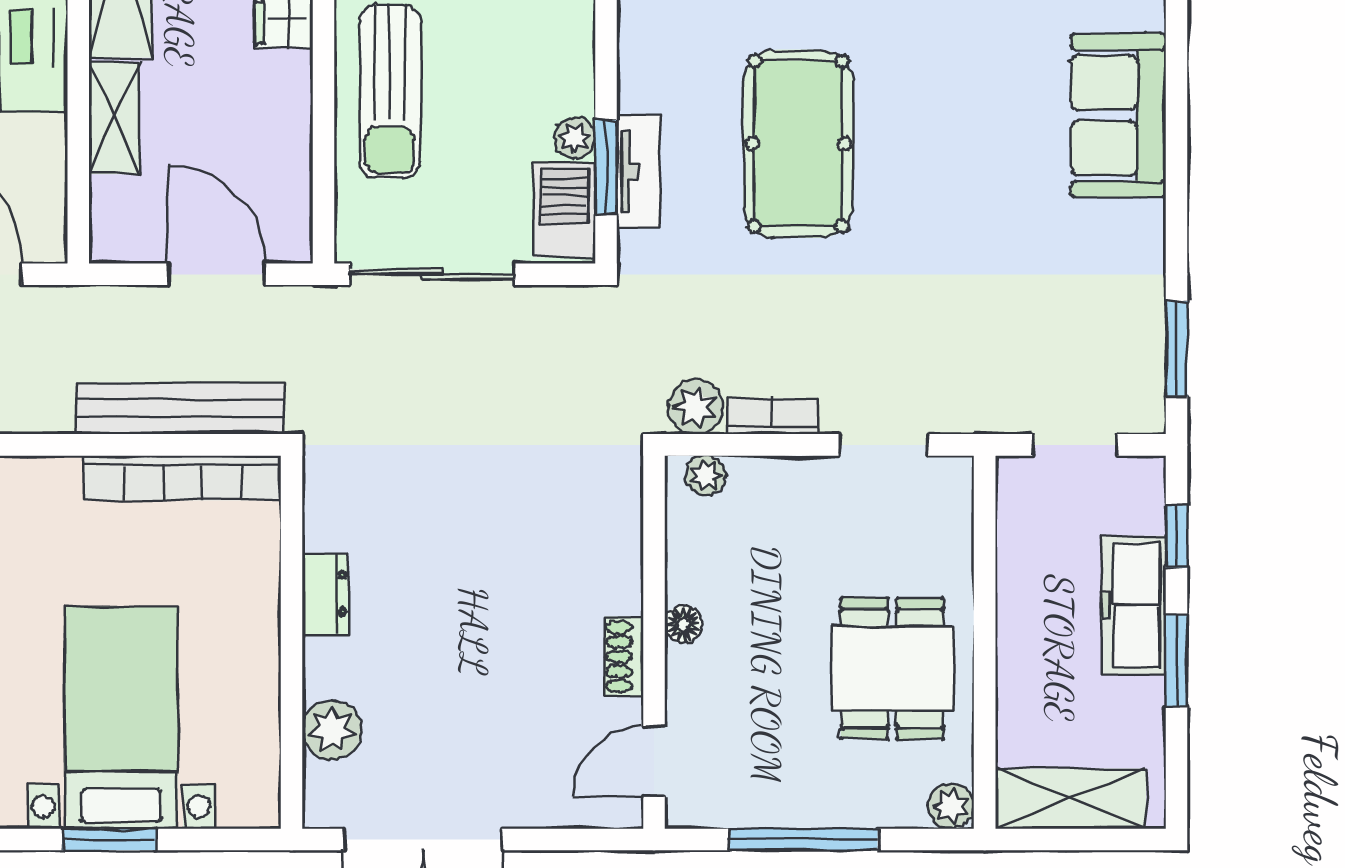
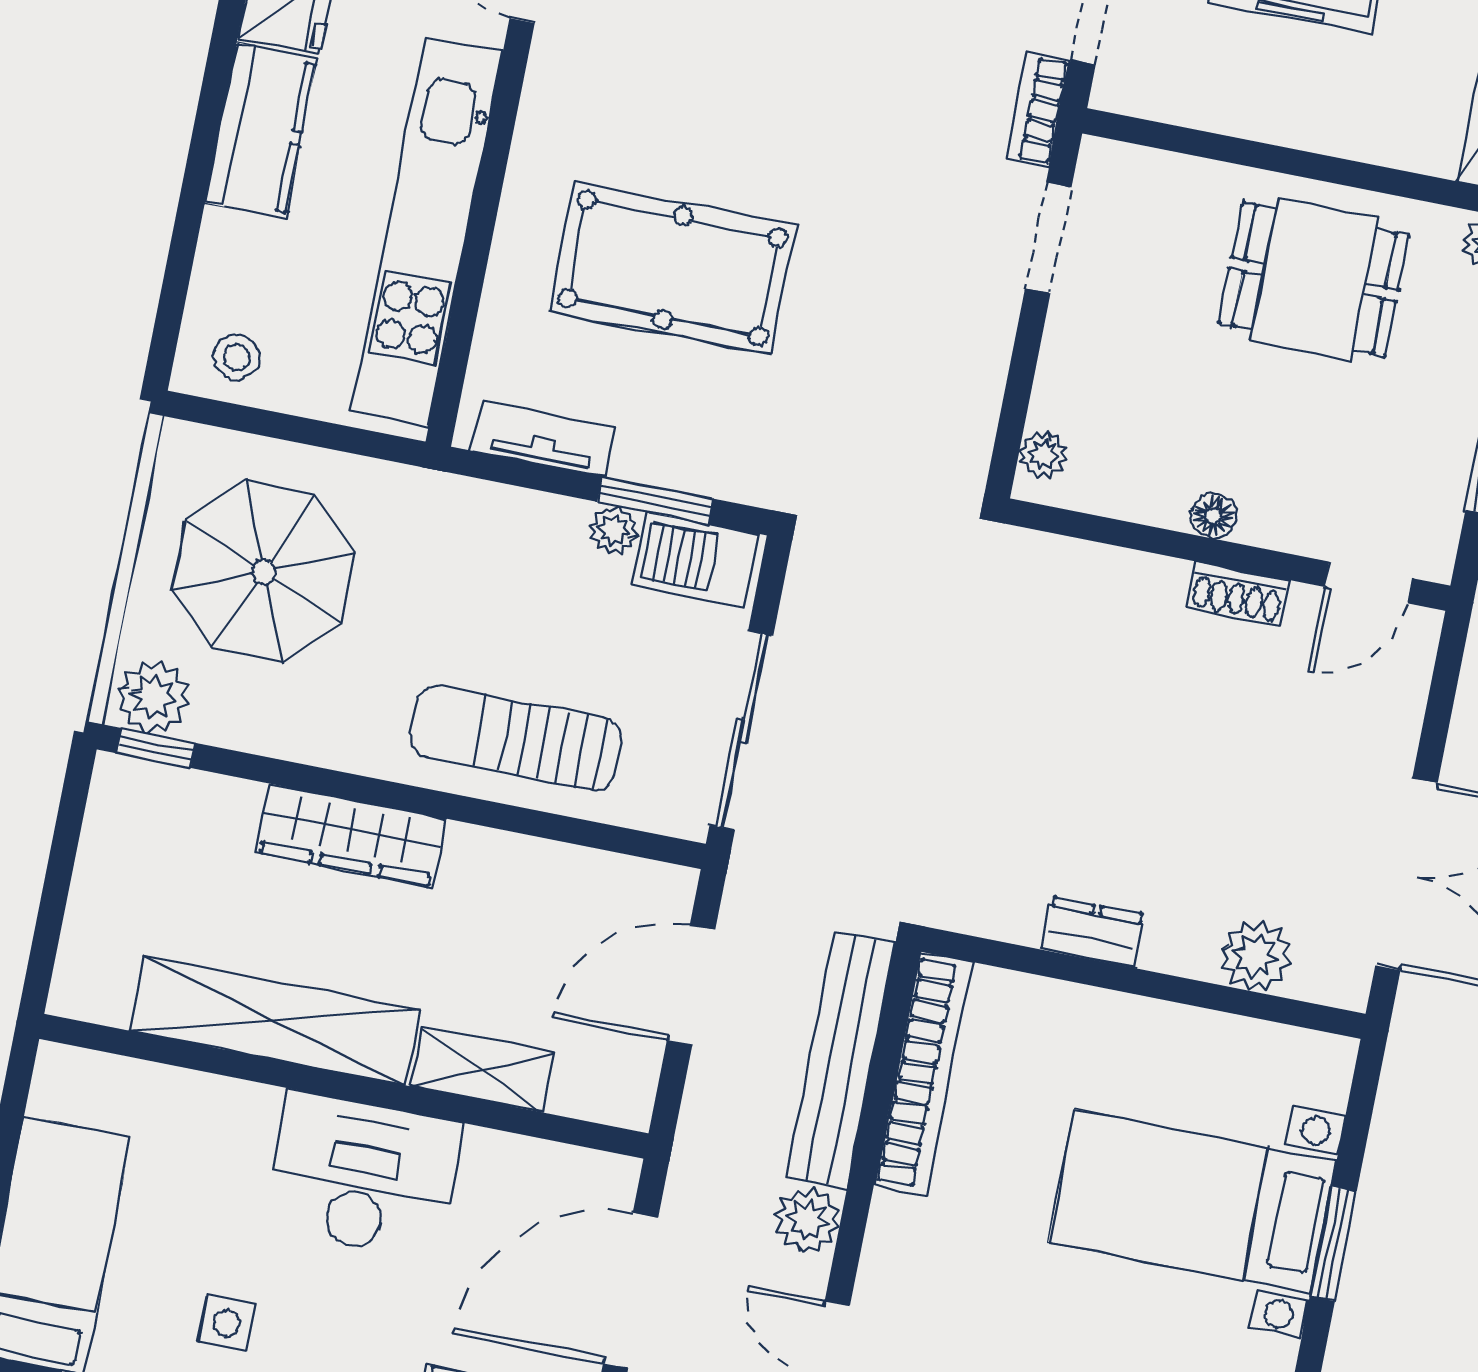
sun lounger: (390, 92) -> (516, 738), turned 180
tv unit: (638, 171) -> (543, 439), moved
plant: (695, 407) -> (807, 1220), moved
bookcase: (772, 416) -> (1039, 110), moved
door: (654, 761) -> (1368, 583), hinge flipped

